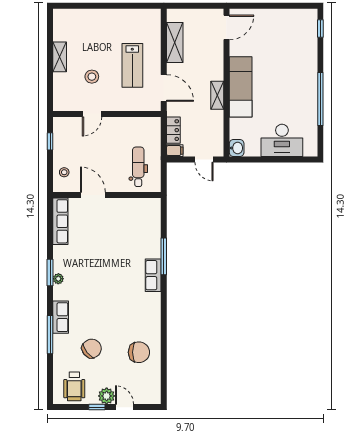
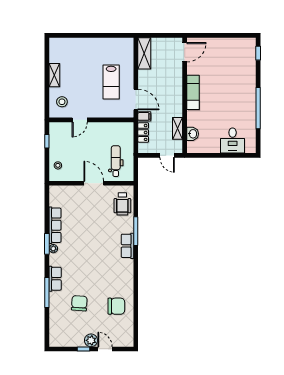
shelving: (175, 43) -> (144, 53), moved
stool: (92, 77) -> (62, 102), moved
exam couch: (241, 87) -> (193, 92), width x0.73, depth x0.69
shelving: (217, 95) -> (178, 128), moved
desk: (282, 140) -> (233, 140), width x0.73
washbasin: (237, 148) -> (193, 134), moved
filing cabinet: (175, 151) -> (144, 116), moved
door: (93, 195) -> (94, 183), moved
row of seats: (60, 221) -> (55, 225), moved
chair: (92, 349) -> (79, 303), turned -48
wheelchair: (74, 386) -> (122, 204), moved

